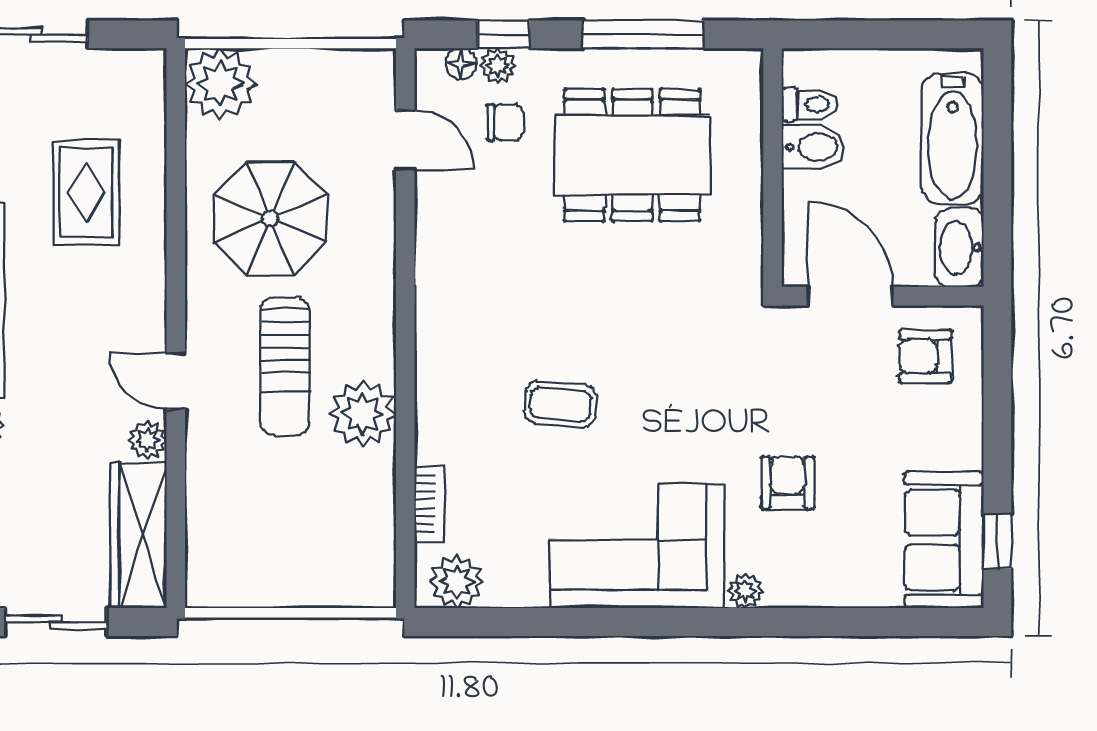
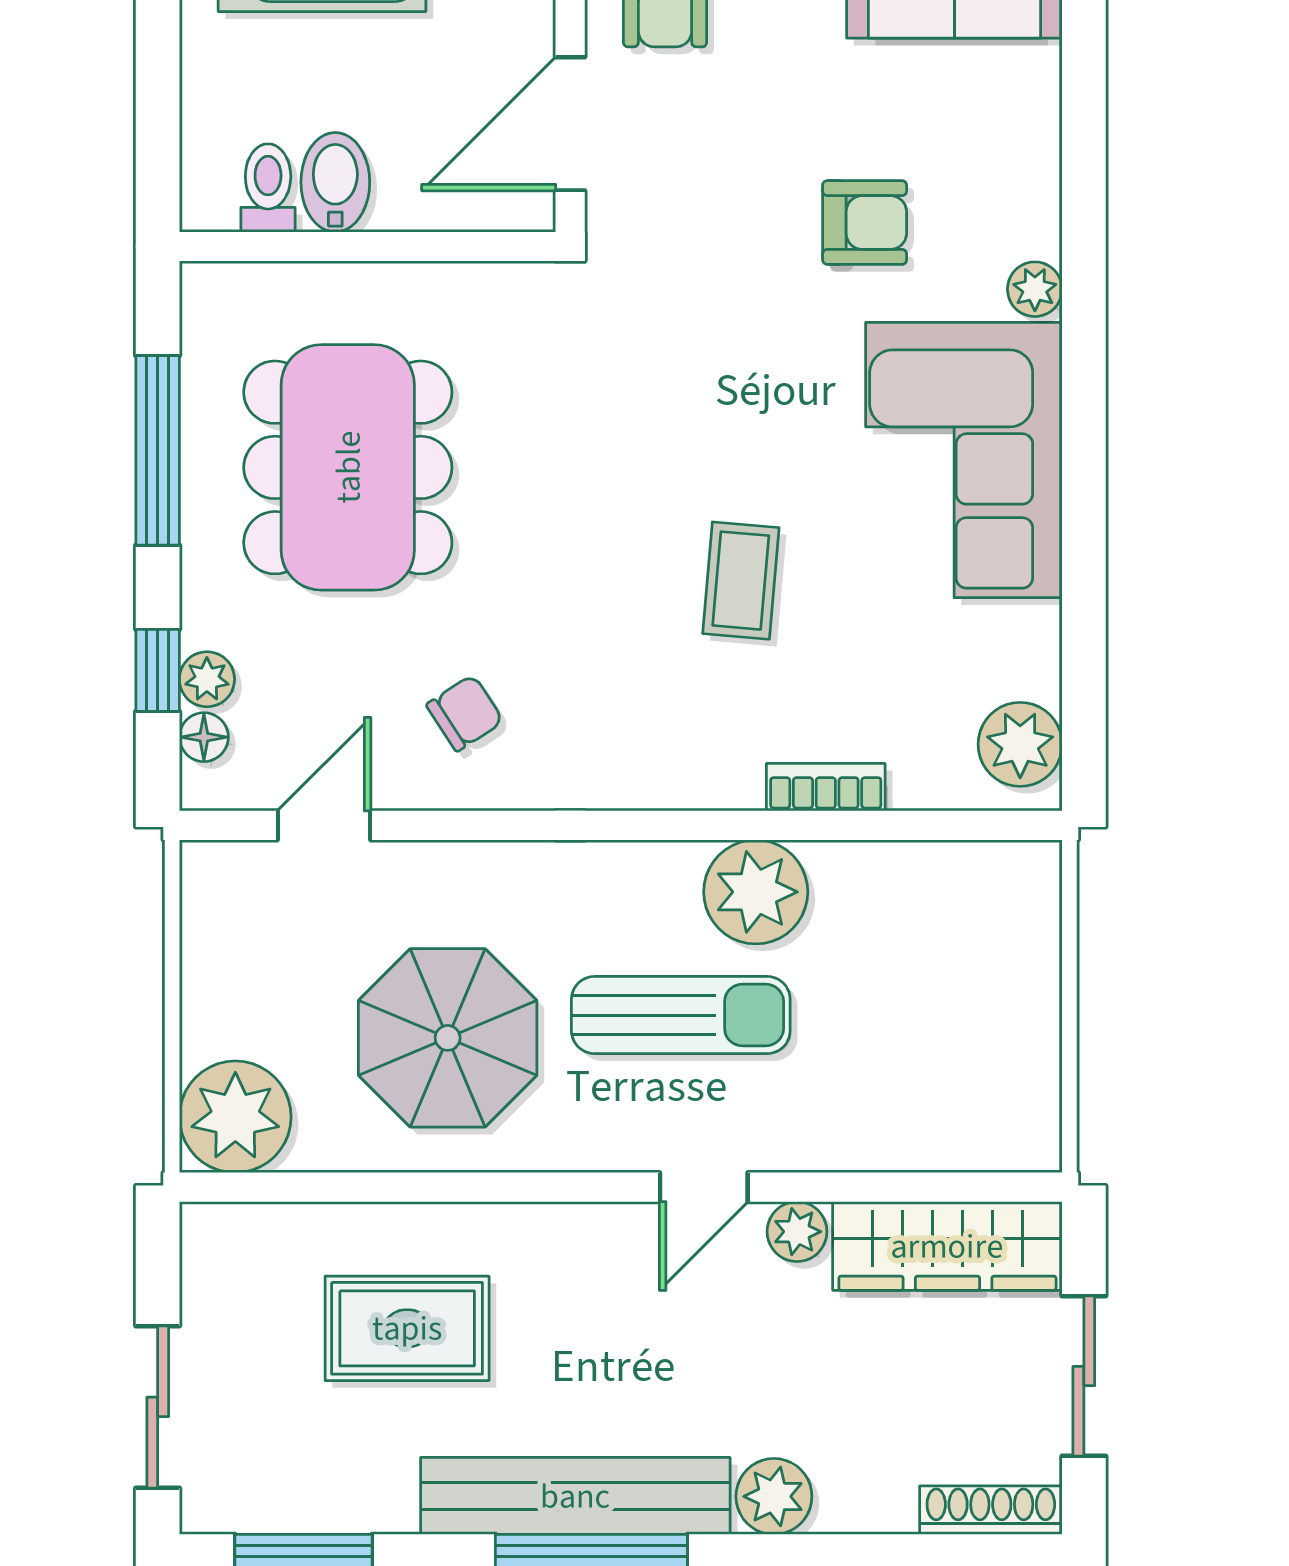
chair: (505, 122) -> (465, 713), moved, turned 57
armchair: (788, 483) -> (865, 223), turned 180
bookcase: (429, 504) -> (826, 787), moved

